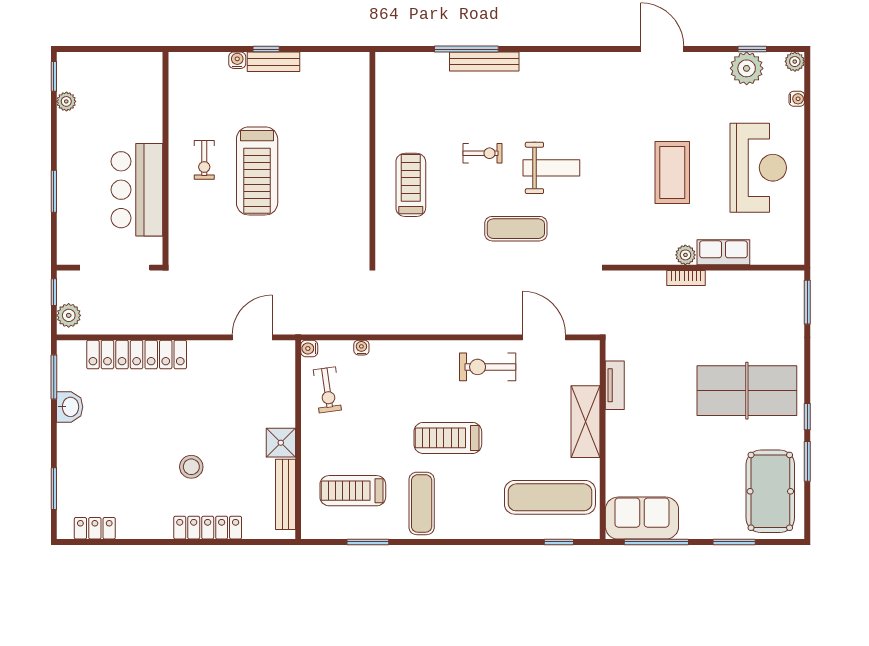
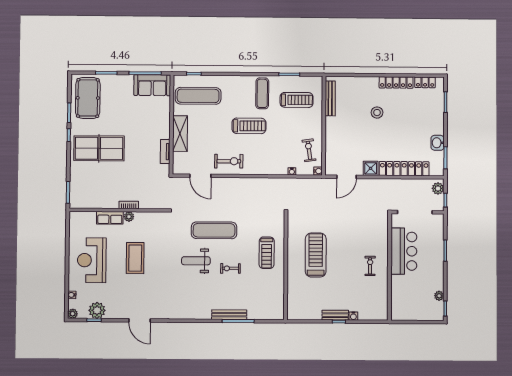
treadmill: (257, 171) -> (316, 255), moved
exercise mat: (516, 229) -> (214, 230), width x1.36, depth x1.45
shower: (281, 443) -> (371, 168), moved
locker: (208, 528) -> (396, 82), moved

